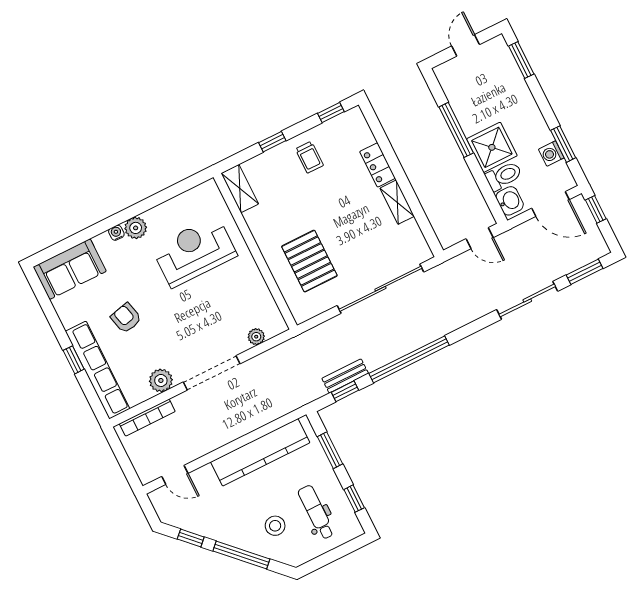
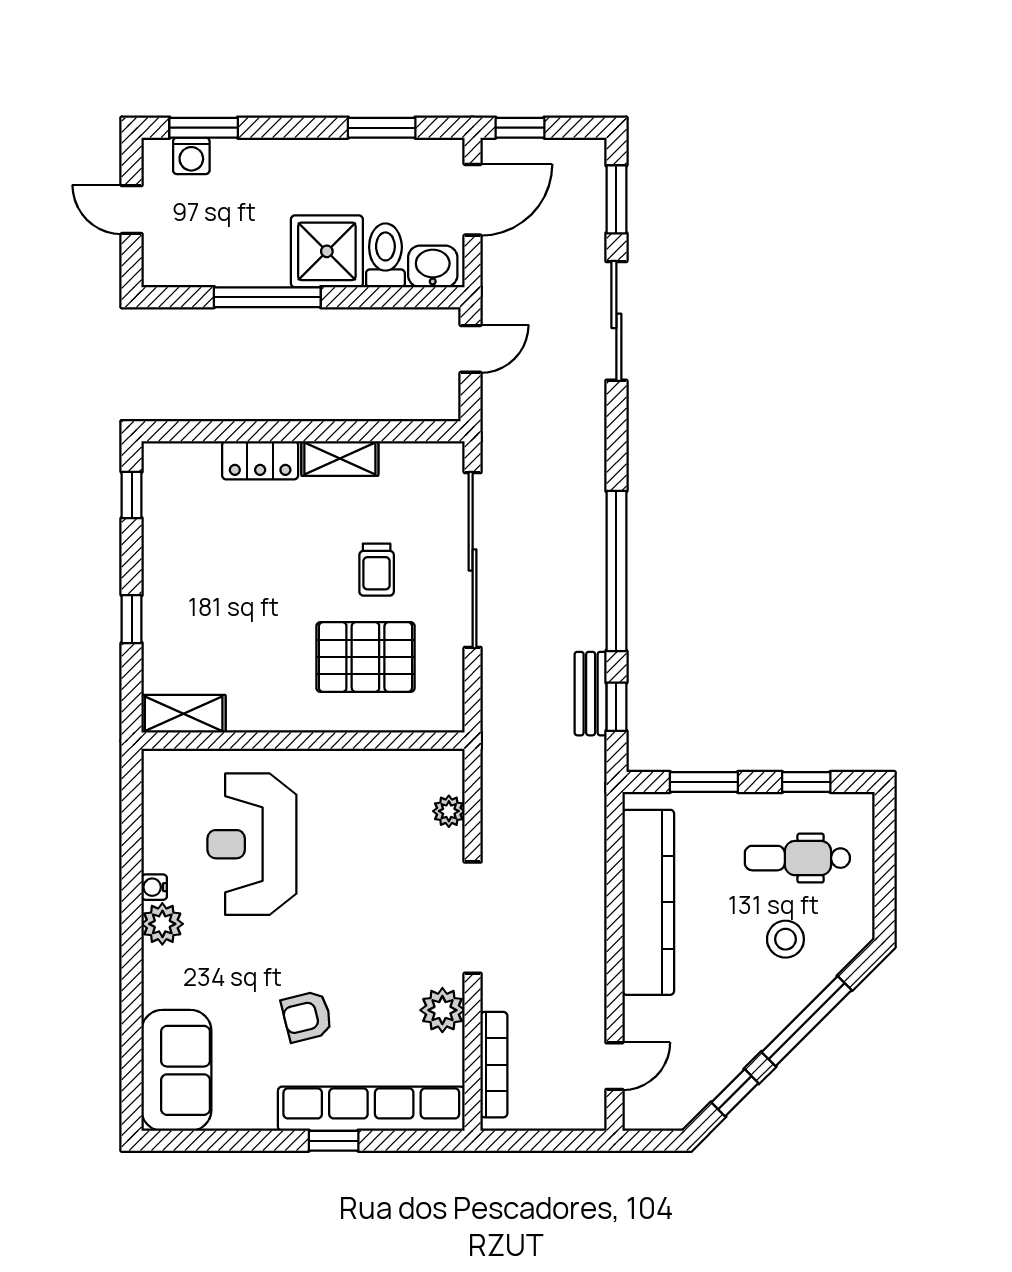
washing machine: (551, 154) -> (191, 156), moved
trolley: (309, 157) -> (377, 570), moved, turned 90
water cooler: (116, 233) -> (154, 887), moved

